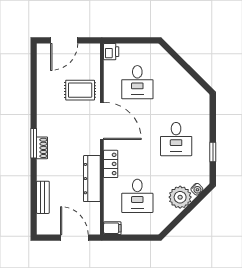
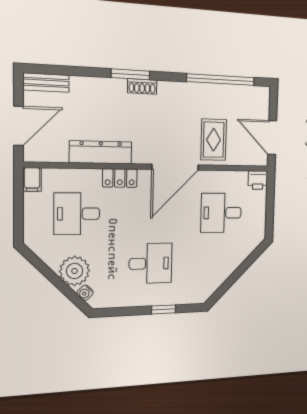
door: (64, 40) -> (272, 138), moved
window: (34, 86) -> (221, 80), added
desk: (176, 139) -> (151, 263), turned 180
window: (34, 143) -> (130, 74), moved
window: (213, 152) -> (164, 309), moved
bench: (43, 197) -> (46, 82), moved

